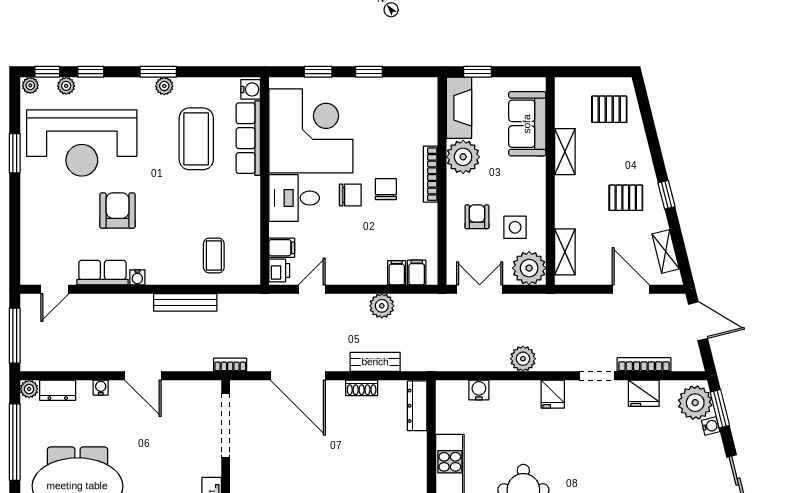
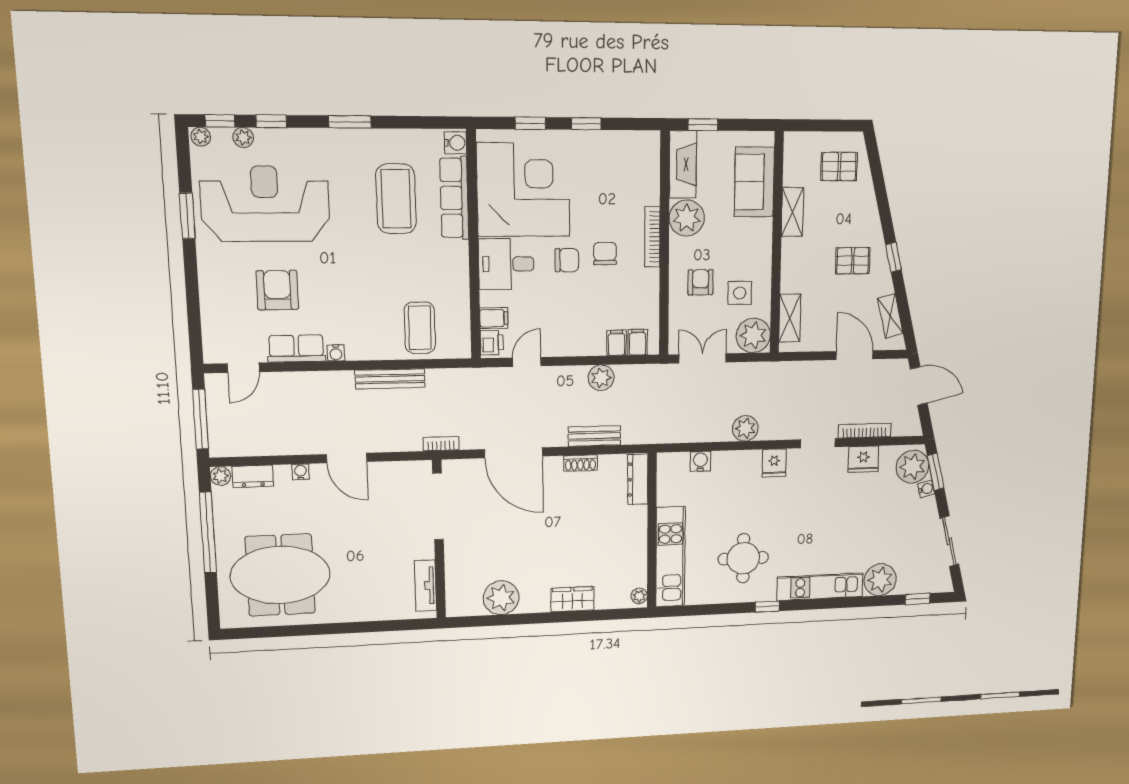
plant: (164, 86) -> (357, 138), removed
reception desk: (82, 143) -> (265, 204), turned 180
armchair: (118, 210) -> (277, 290), moved
coffee table: (214, 256) -> (420, 328), width x1.36, depth x1.30

